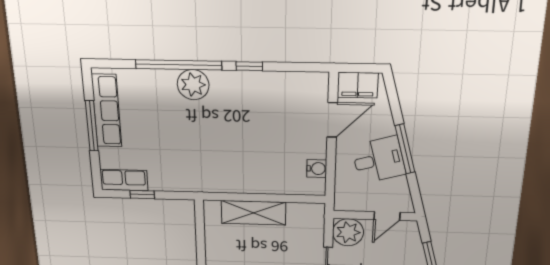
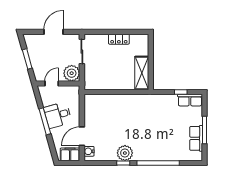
plant: (193, 85) -> (125, 153), moved
row of seats: (107, 111) -> (196, 138), width x0.68
water cooler: (317, 169) -> (89, 151), moved
shelving: (254, 213) -> (142, 73), moved, turned 90

